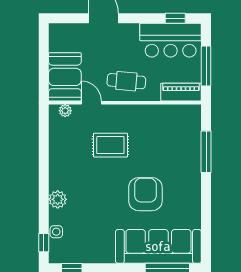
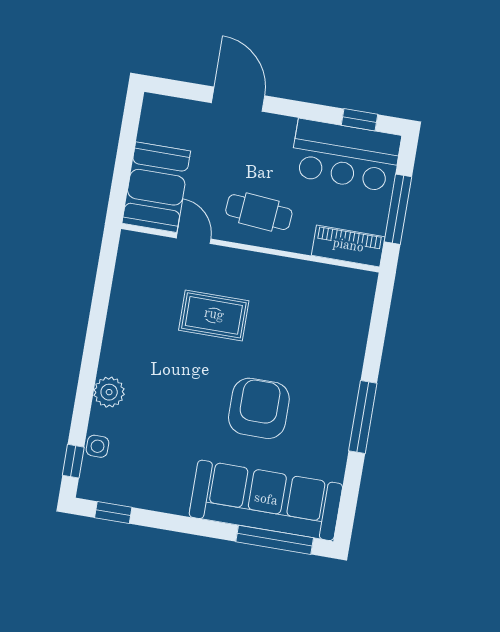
plant: (65, 111) -> (147, 244), removed
window: (206, 152) -> (363, 417), moved

